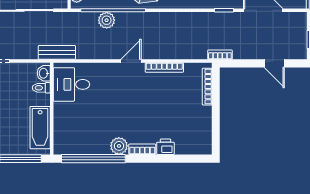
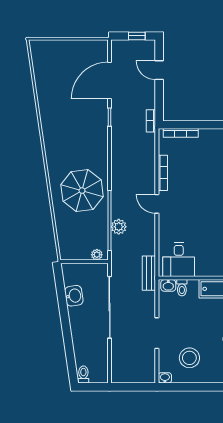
door: (274, 63) -> (159, 70), swing flipped

